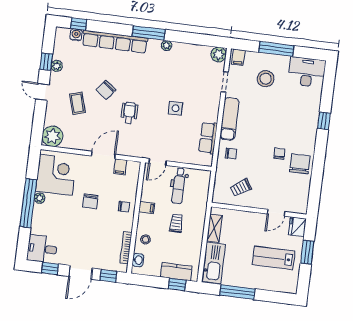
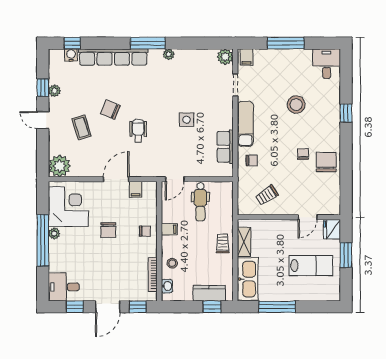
desk: (307, 72) -> (327, 64), width x0.73
stool: (266, 79) -> (296, 105), moved
chair: (106, 90) -> (110, 110), turned 76
trolley: (176, 223) -> (223, 243), moved
lab bench: (274, 258) -> (311, 266), turned 180

